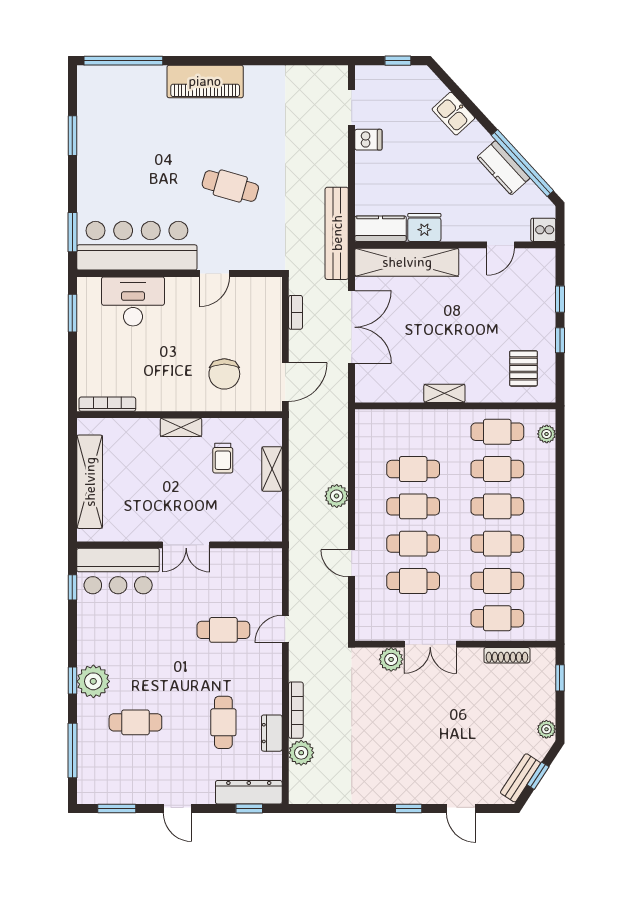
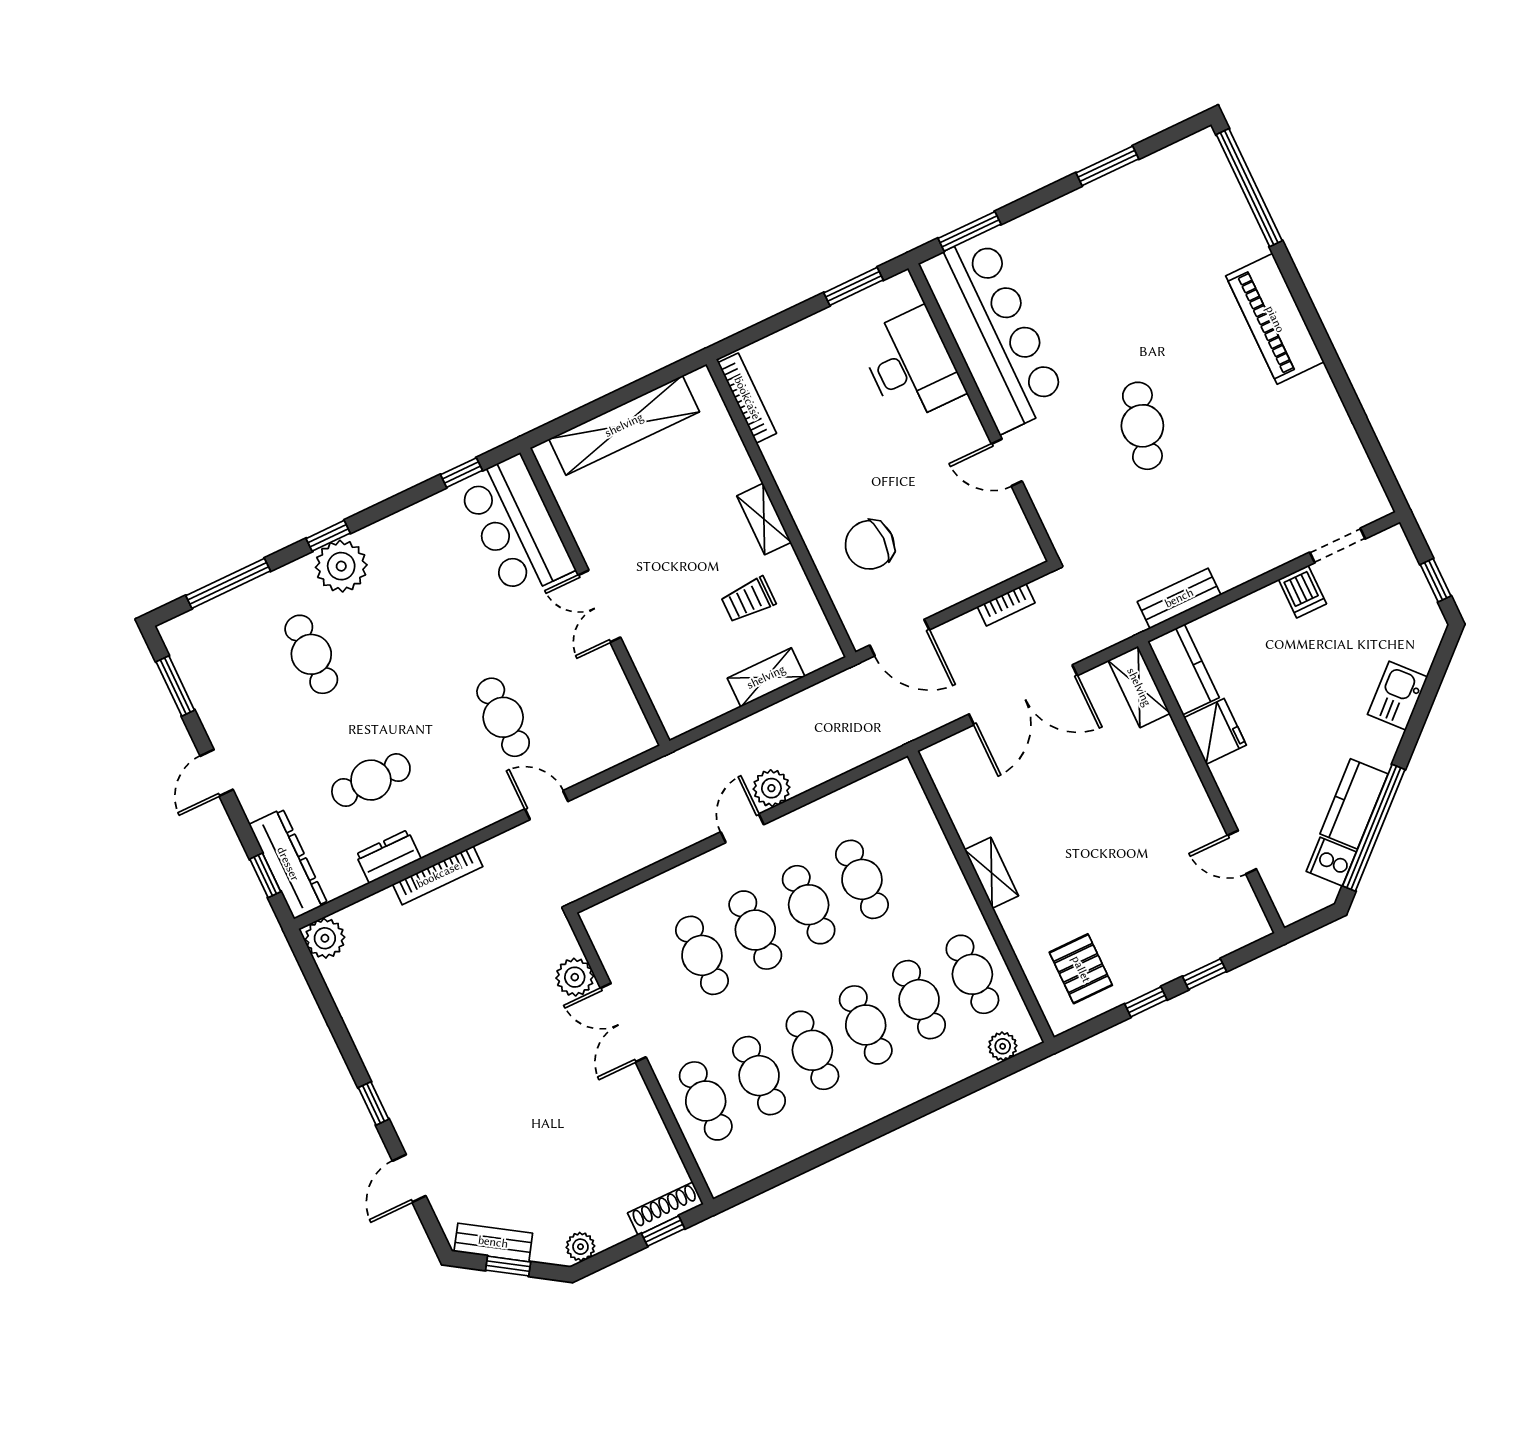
cooker: (543, 230) -> (1331, 862), moved, turned -42
bench: (337, 233) -> (1179, 598), width x0.54, depth x0.82
shelving: (407, 262) -> (1139, 687), width x0.45, depth x0.75
pallet: (523, 368) -> (1081, 969), turned 90
door: (352, 563) -> (742, 828), moved
shoe rack: (507, 655) -> (666, 1209), moved, turned 90
plant: (301, 753) -> (325, 938), moved

